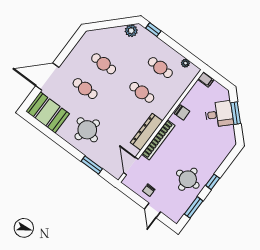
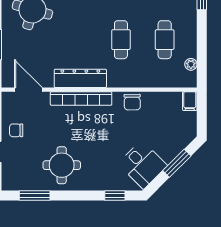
desk: (219, 114) -> (143, 165), moved
door: (131, 166) -> (28, 90), hinge flipped
window: (213, 182) -> (115, 195), moved

